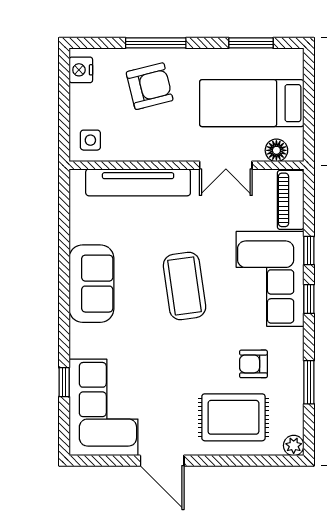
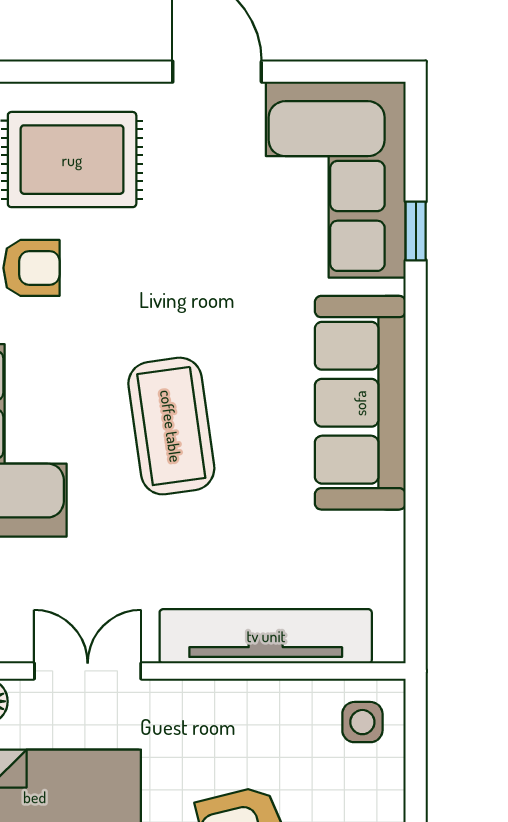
sofa: (91, 284) -> (360, 403), width x1.36

